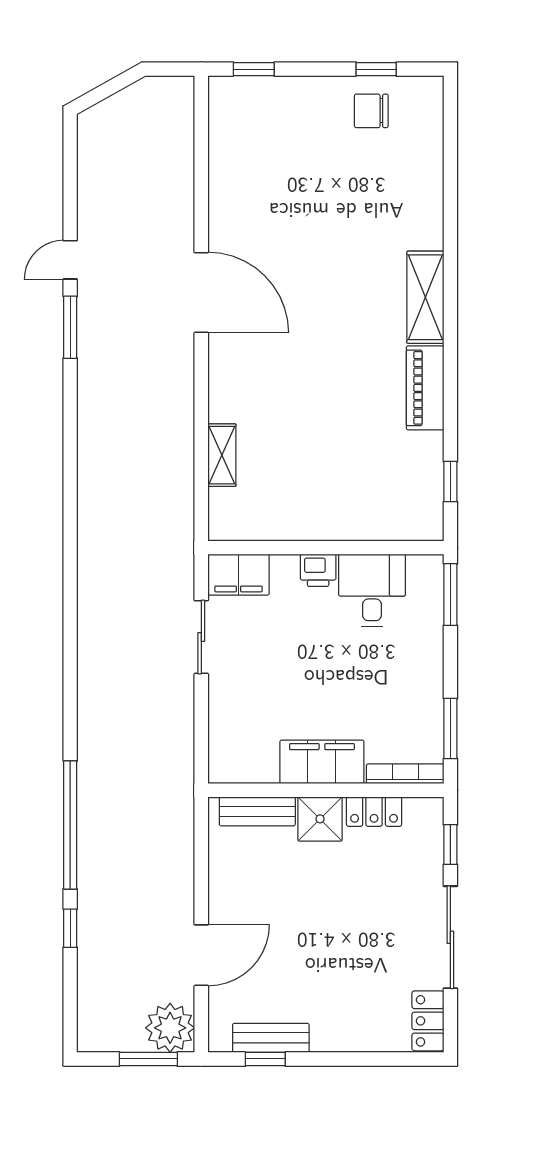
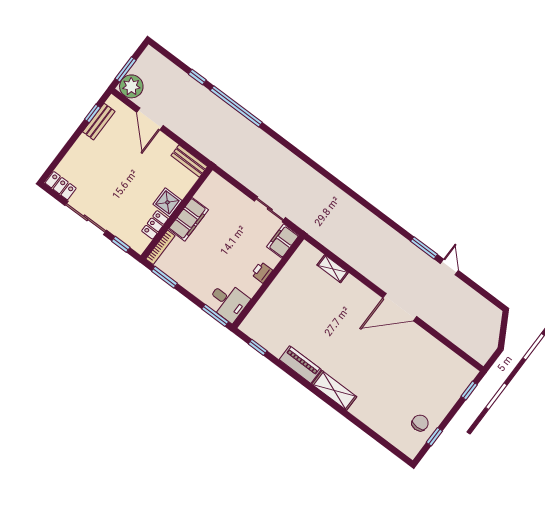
desk: (372, 590) -> (228, 301), moved
bench: (257, 811) -> (189, 161), moved, turned 90

